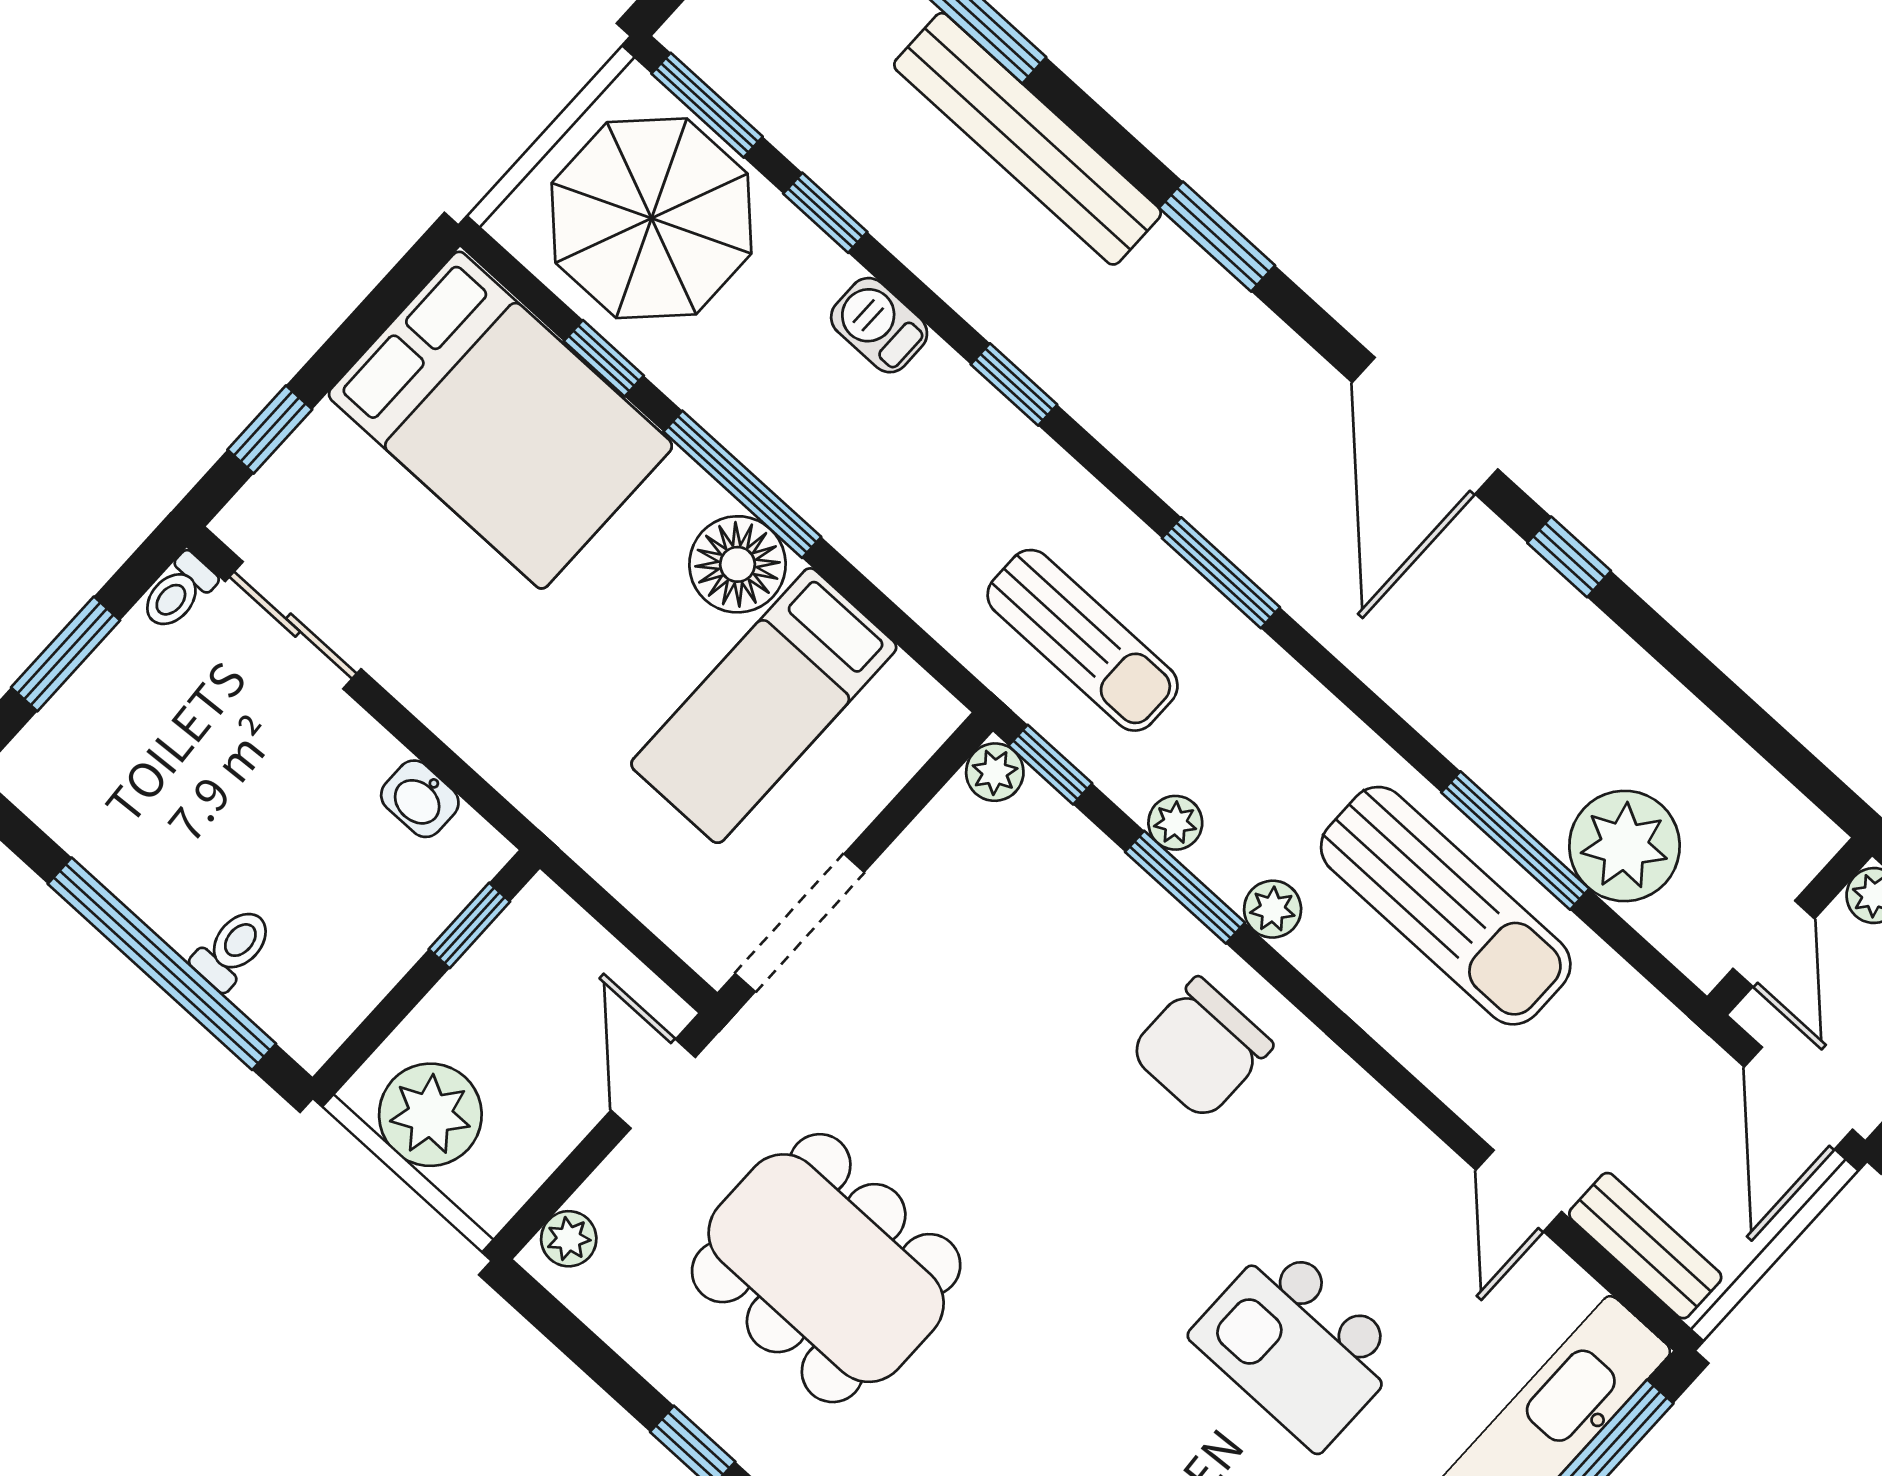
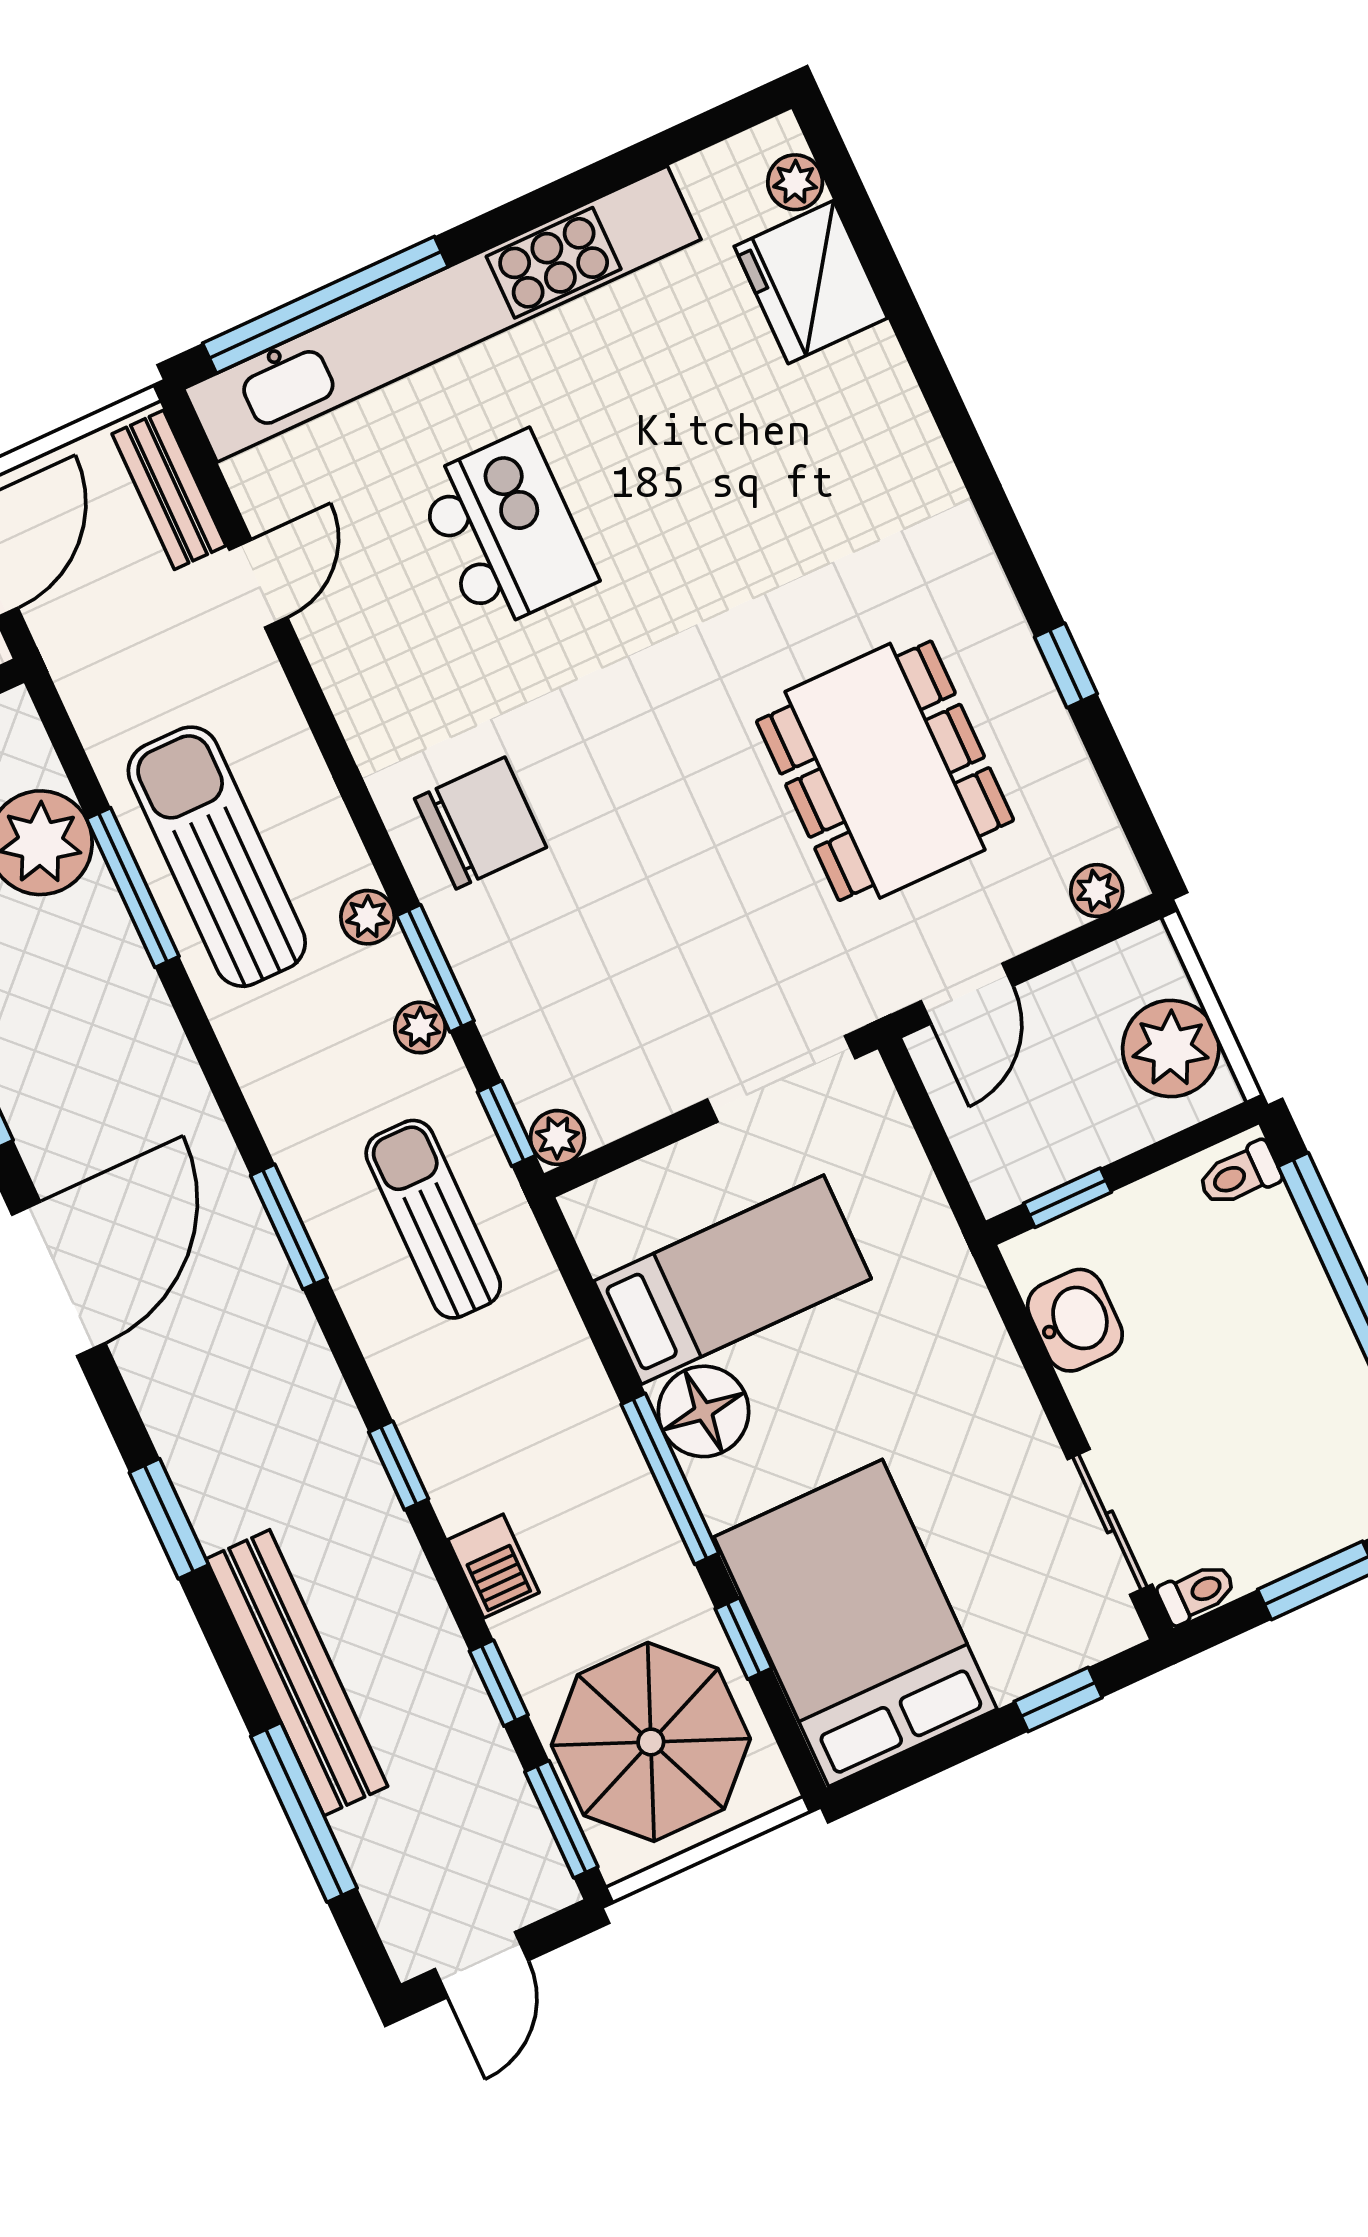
washbasin: (420, 799) -> (1075, 1320), width x1.38, depth x1.45
toilet: (233, 949) -> (1239, 1175), moved

